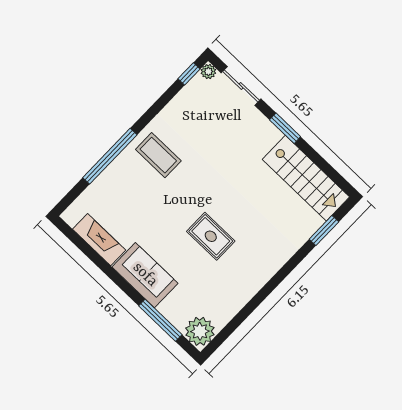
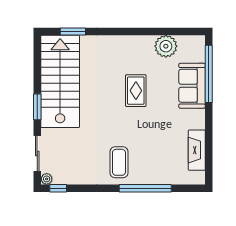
stairs: (306, 178) -> (60, 81), width x1.36, depth x1.51
sofa: (145, 275) -> (192, 86), moved
window: (160, 320) -> (209, 74), width x1.46
plant: (200, 331) -> (166, 46), moved

